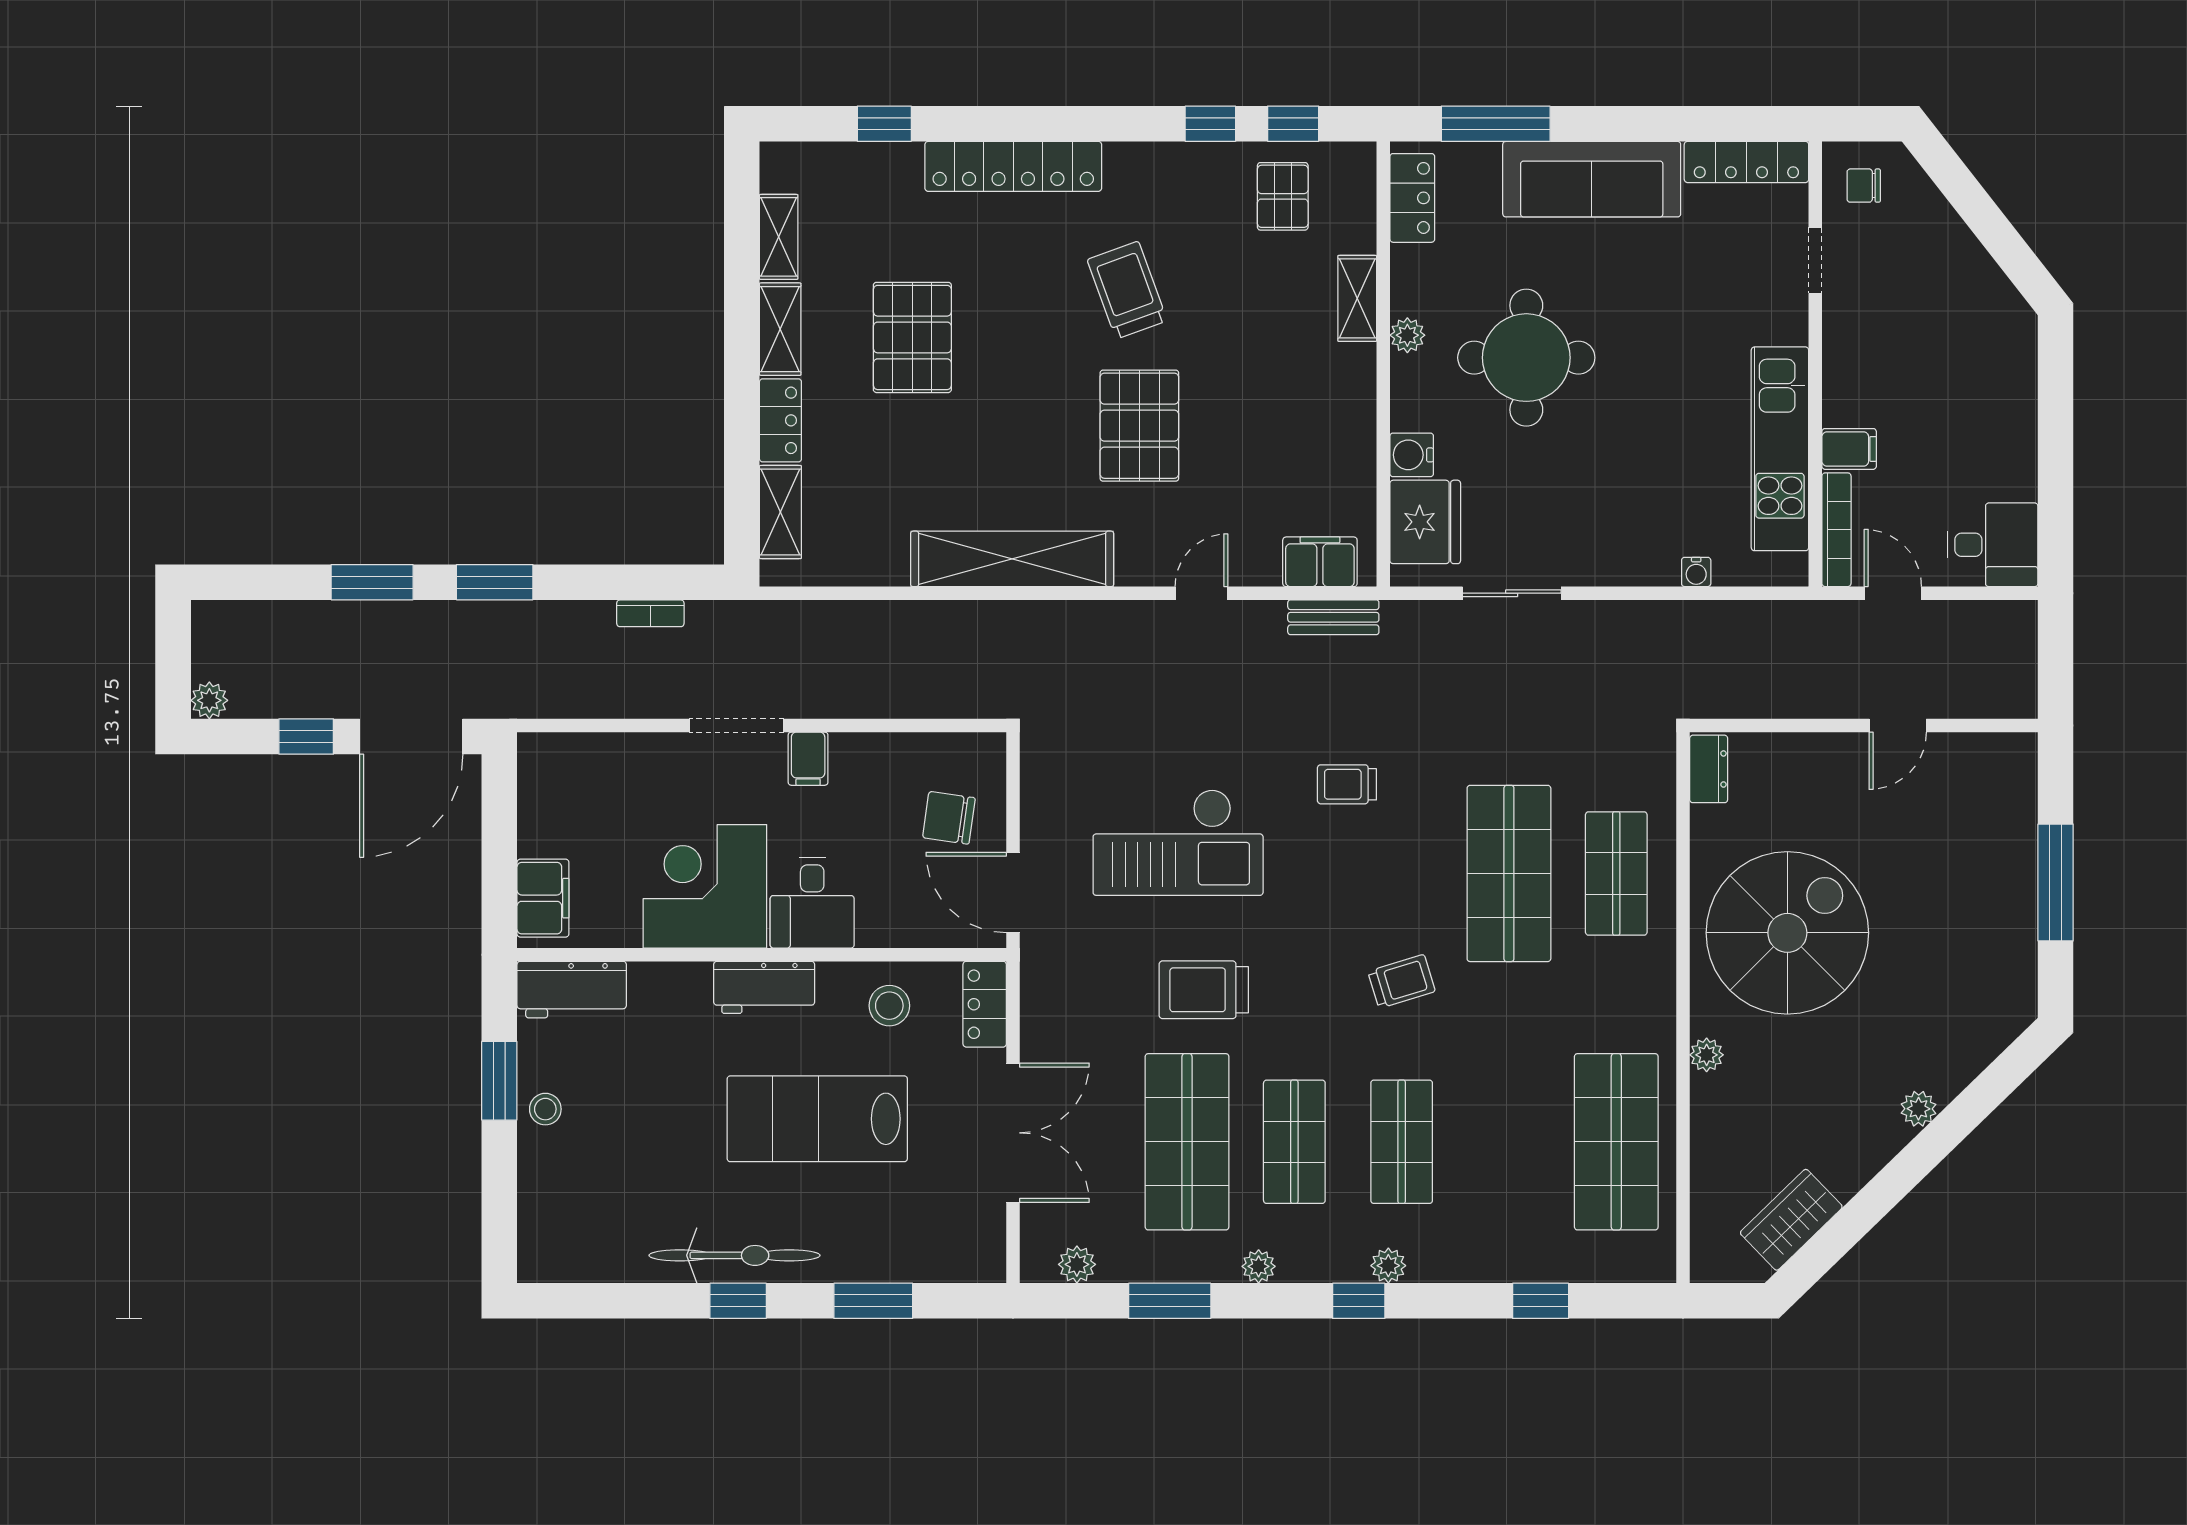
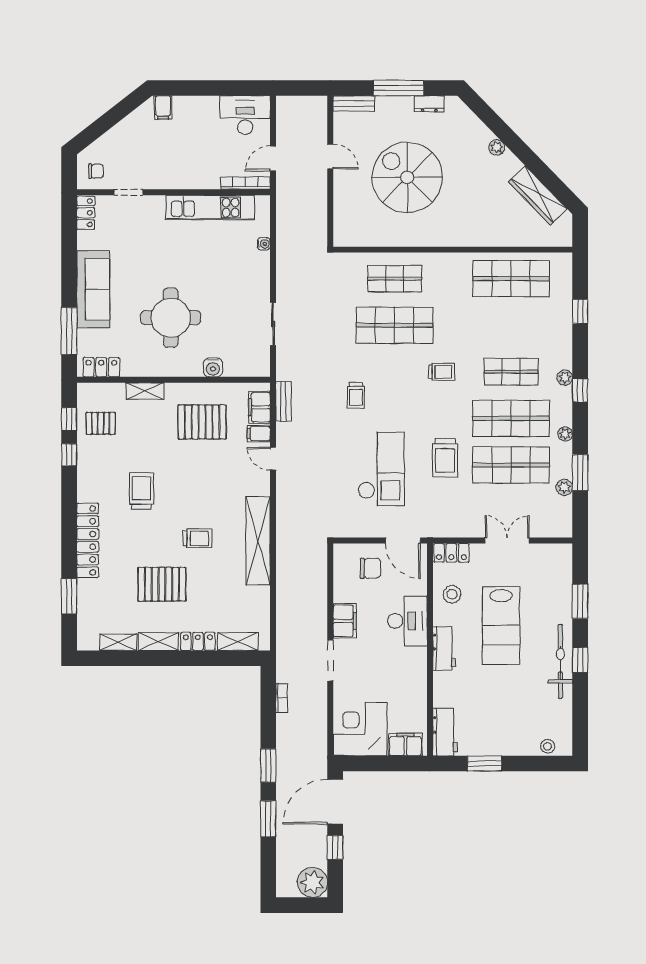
window: (884, 124) -> (69, 596), width x1.50
locker: (1746, 162) -> (86, 213), width x0.66
chair: (1864, 186) -> (96, 171), turned -90
trolley: (1127, 290) -> (141, 491), turned 110
plant: (1407, 335) -> (161, 369), removed
trolley: (1018, 419) -> (197, 538), added
pallet: (1139, 426) -> (202, 422), moved
filing cabinet: (1849, 449) -> (163, 107), moved, turned 180
fridge: (1425, 522) -> (242, 362), removed
desk: (1993, 545) -> (245, 115), width x1.37
filing cabinet: (1259, 560) -> (259, 433), added
plant: (209, 700) -> (312, 882), width x1.88, depth x1.88
door: (411, 737) -> (335, 802), swing flipped
filing cabinet: (808, 759) -> (345, 621), width x2.00
dresser: (1709, 769) -> (429, 104), moved, turned 180
bench: (2020, 780) -> (354, 103), added
chair: (949, 818) -> (370, 568), turned -98
corner desk: (705, 886) -> (360, 729), moved, turned 90
door: (1013, 892) -> (403, 541), hinge flipped
desk: (812, 903) -> (407, 621), width x1.37
spiral stairs: (1787, 933) -> (407, 177), moved
trolley: (1402, 981) -> (441, 372), turned 107
plant: (1707, 1055) -> (473, 239), removed
stool: (545, 1109) -> (548, 746), moved
double door: (1013, 1133) -> (507, 541), width x0.73
shop shelf: (1294, 1142) -> (511, 418), width x1.43, depth x1.36
wardrobe: (1791, 1220) -> (538, 195), width x1.50
plant: (1077, 1264) -> (564, 487), moved

